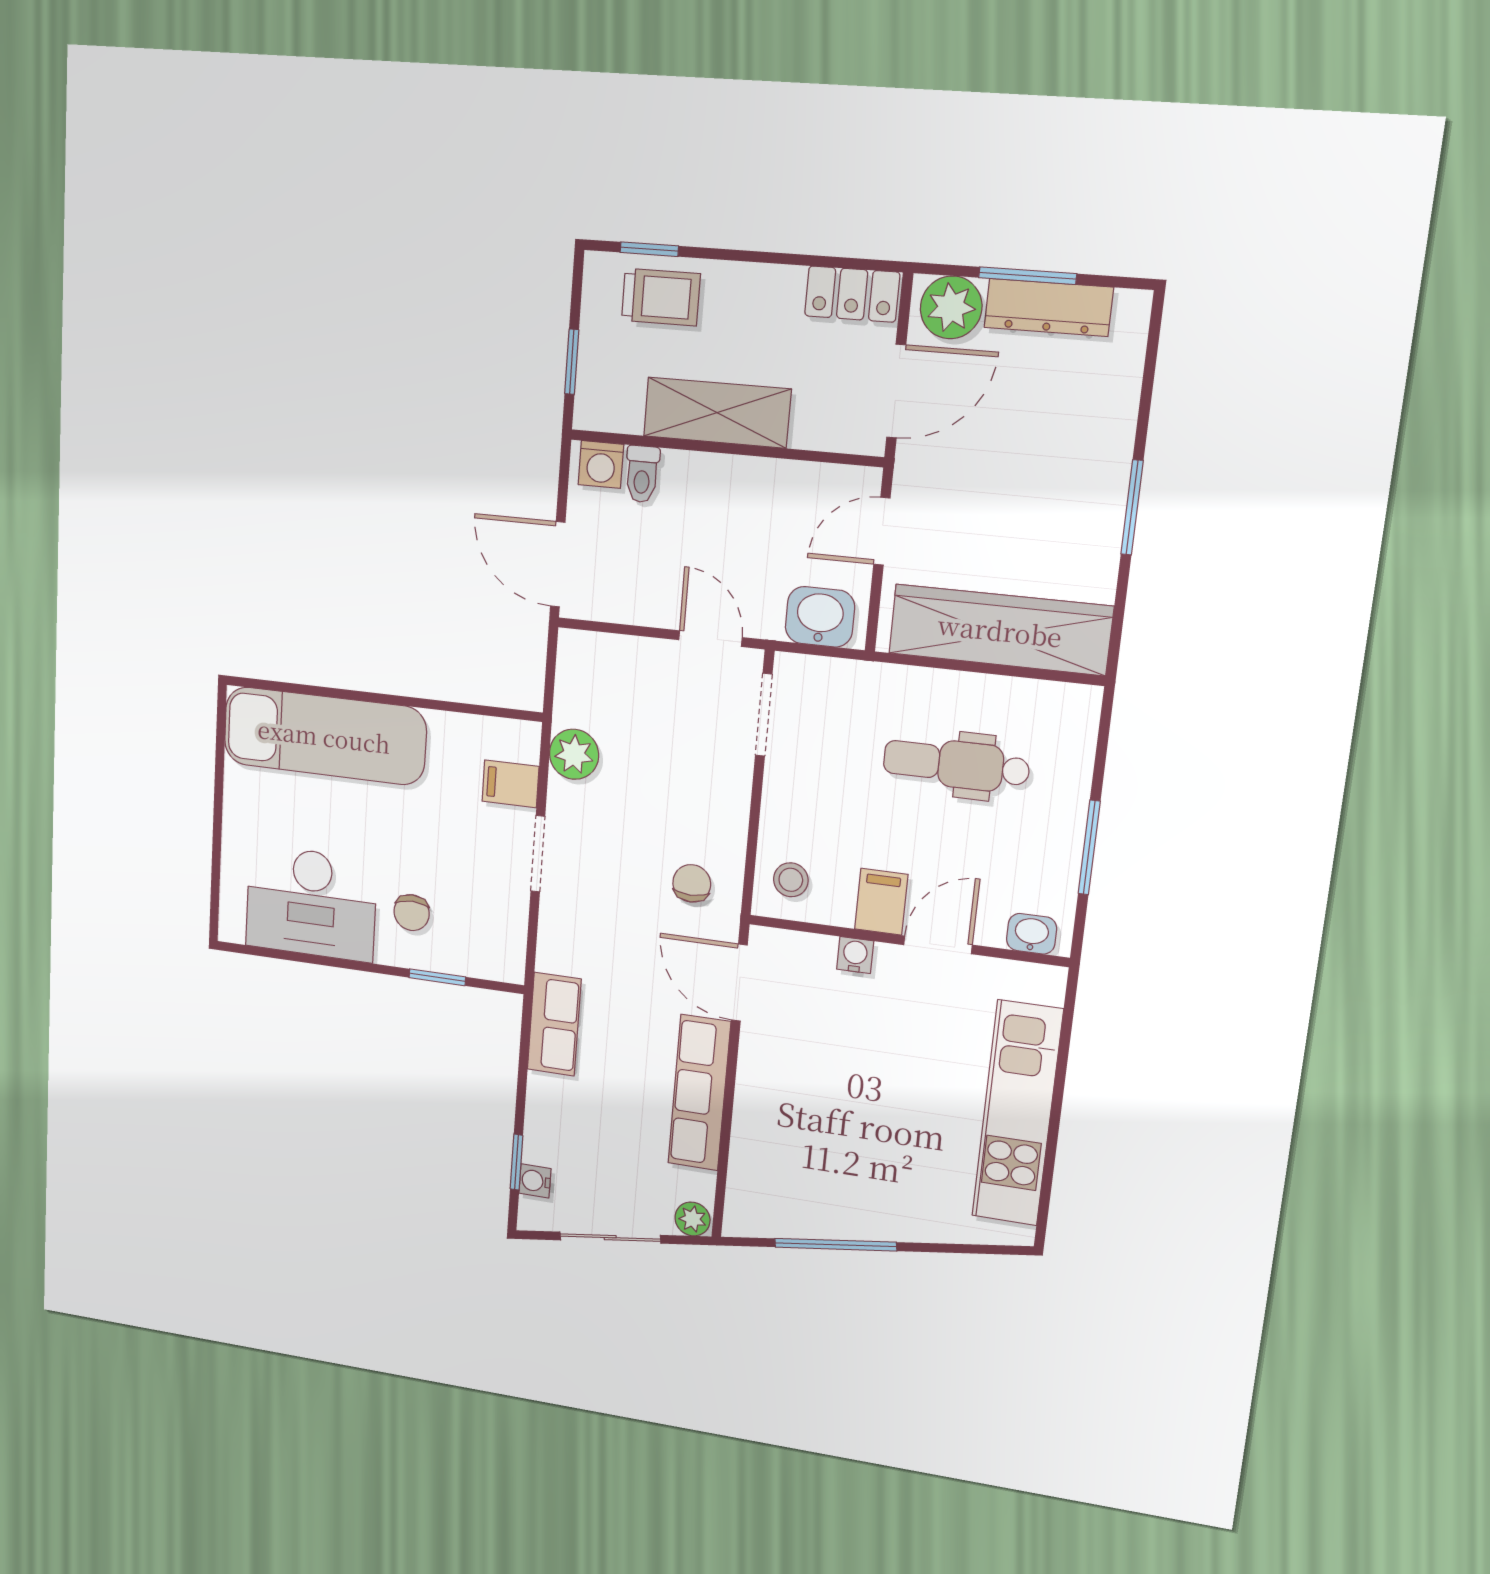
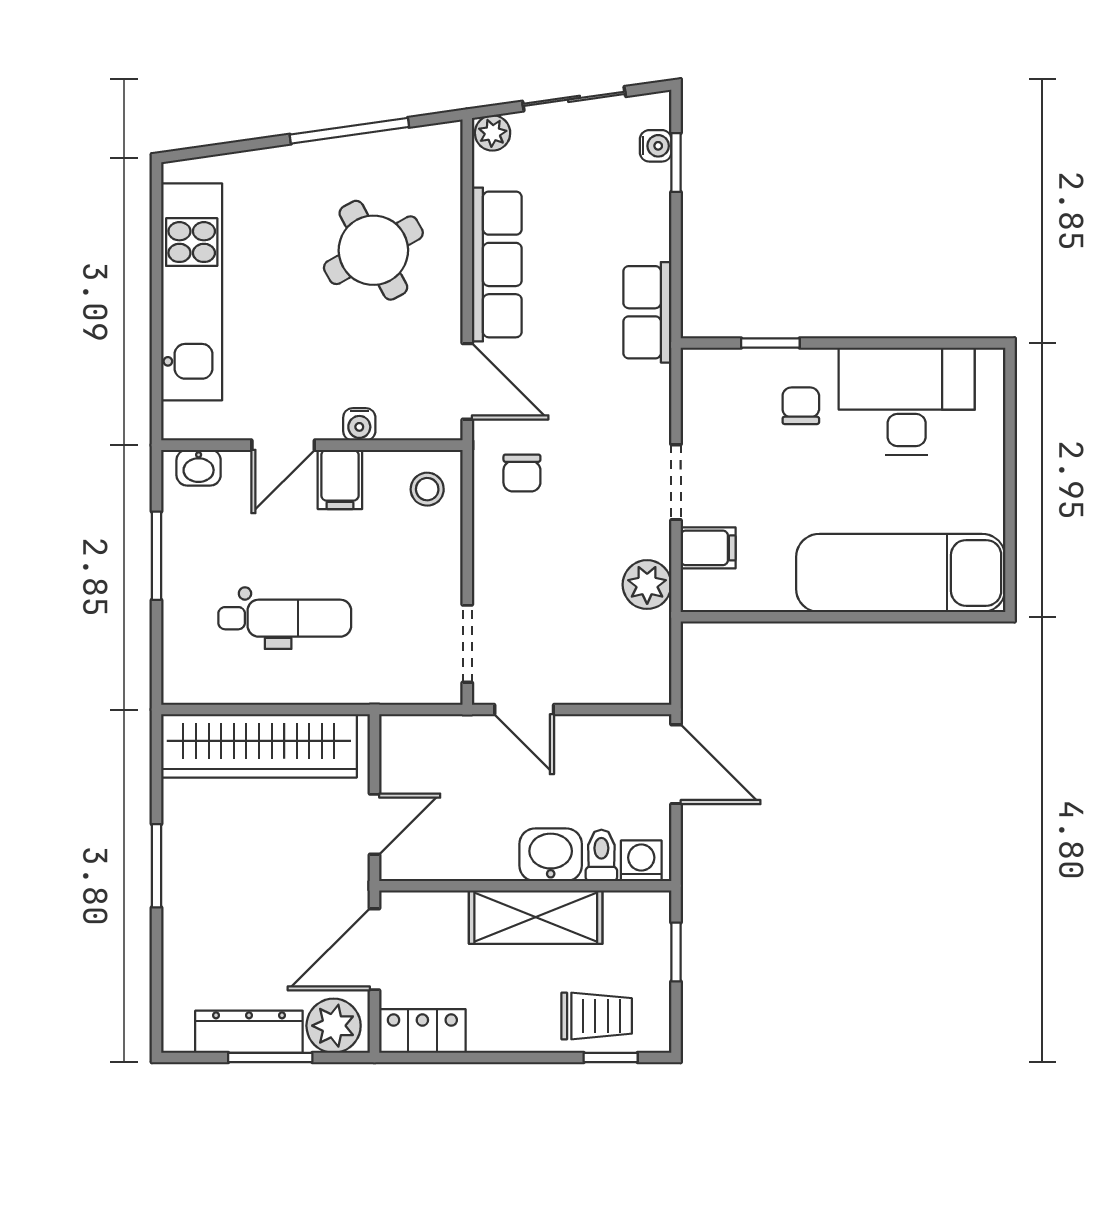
trolley: (661, 297) -> (597, 1016), turned 180
washbasin: (820, 617) -> (551, 855), moved, turned 180
round table: (823, 1126) -> (373, 250), added

